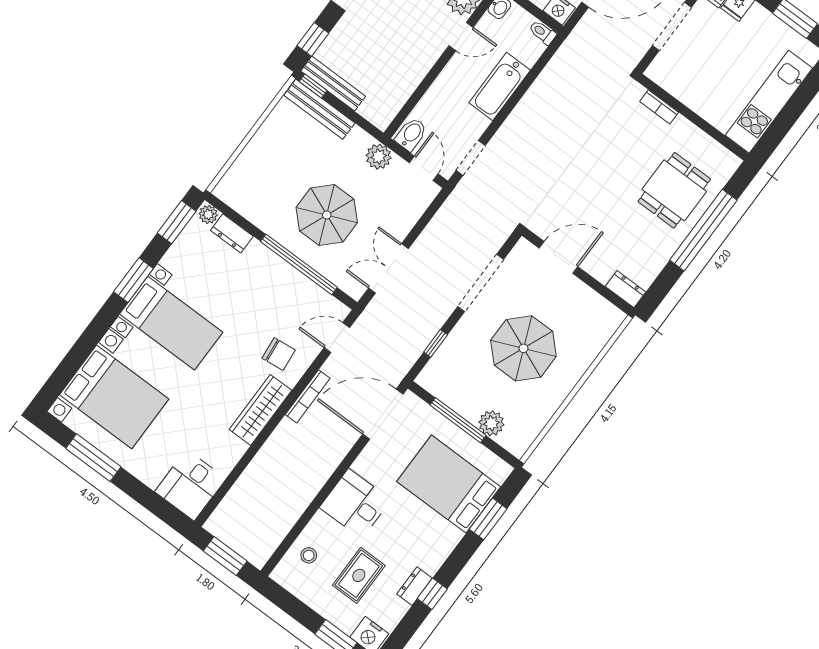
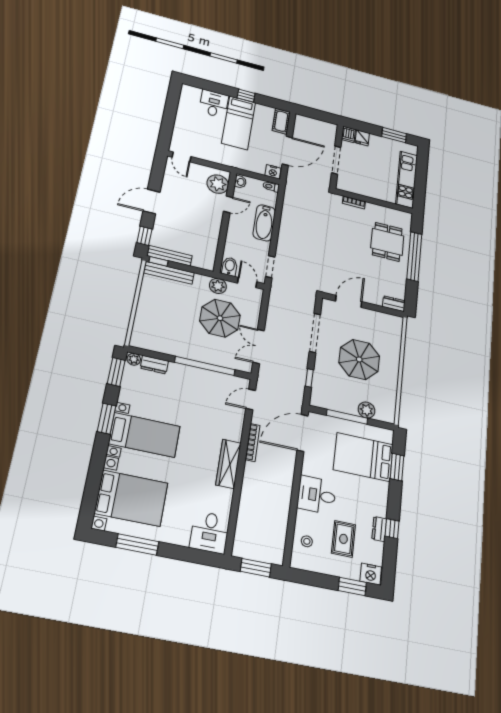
parasol: (327, 215) -> (220, 318), moved
chair: (279, 354) -> (221, 425), removed

